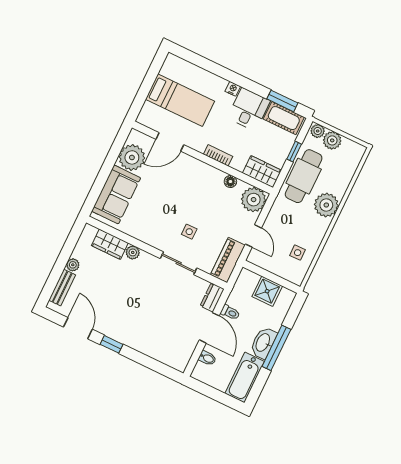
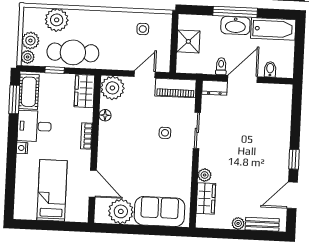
plant: (326, 205) -> (57, 20), moved

